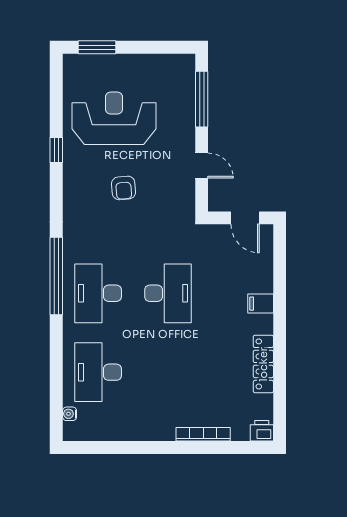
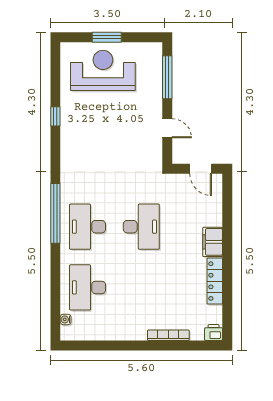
window: (97, 47) -> (107, 37), moved
reception desk: (114, 118) -> (103, 70), moved
armchair: (124, 188) -> (107, 146), removed
filing cabinet: (261, 304) -> (213, 242), width x2.00

